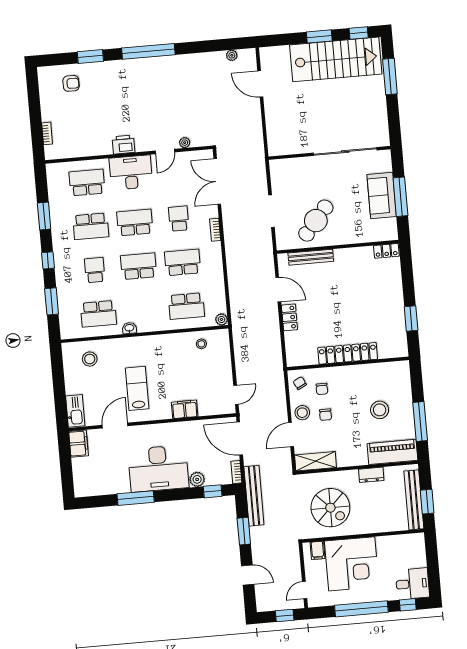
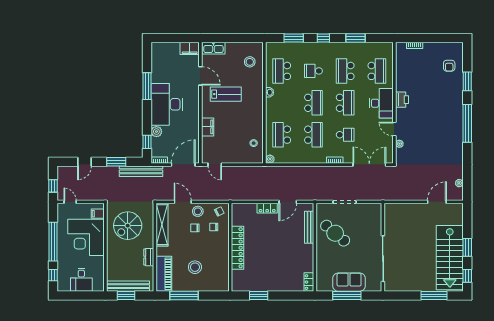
school desk: (95, 270) -> (313, 71), turned 180
shelving: (315, 461) -> (162, 225), width x1.47
desk: (412, 584) -> (81, 280), moved

